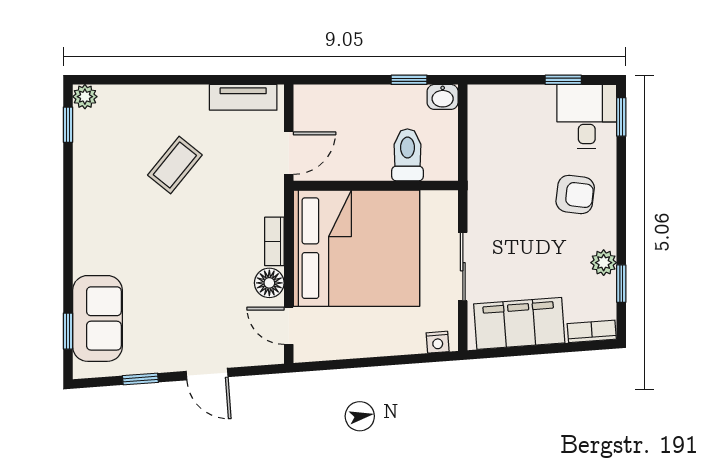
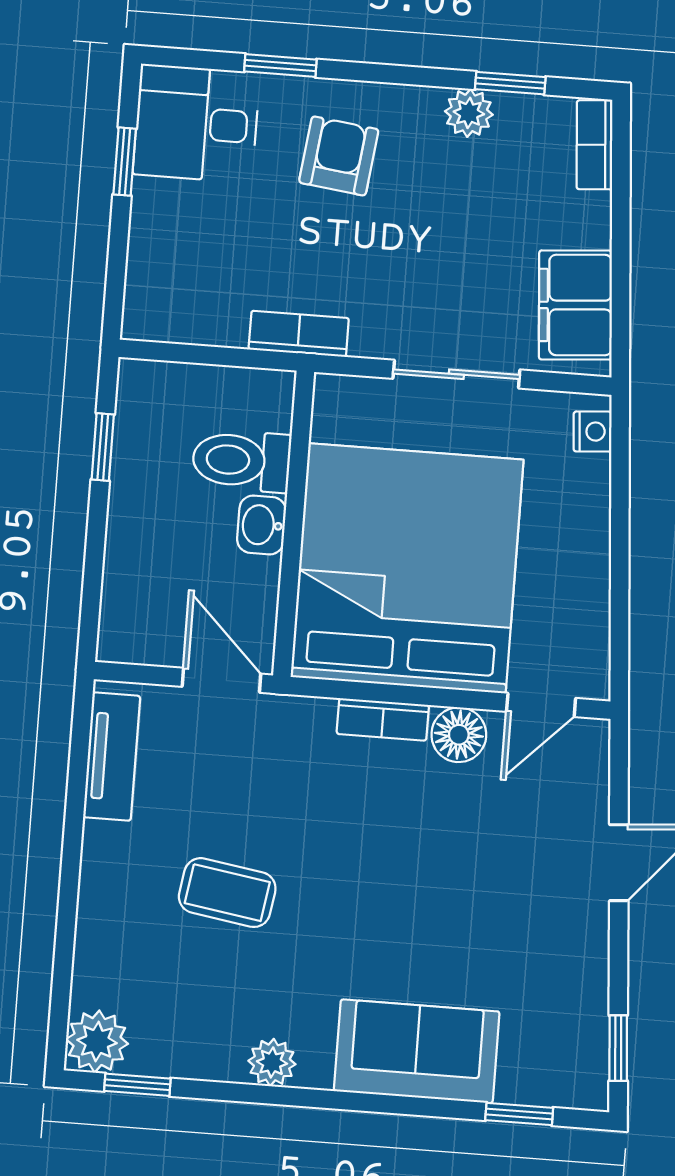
plant: (85, 97) -> (97, 1042), width x1.38, depth x1.38
washbasin: (443, 97) -> (261, 525), moved, turned 180
window: (621, 117) -> (280, 65), moved
coffee table: (175, 165) -> (227, 893), turned -30
bookcase: (478, 180) -> (299, 334), added
plant: (85, 196) -> (272, 1062), added
sofa: (97, 318) -> (417, 1051), moved
filing cabinet: (519, 323) -> (575, 305), width x0.67, depth x0.86
window: (140, 379) -> (618, 1048), moved

